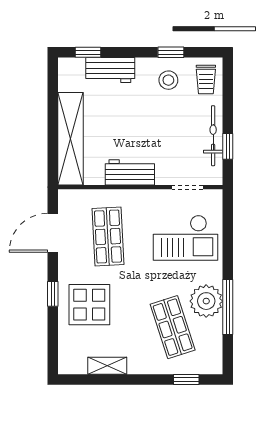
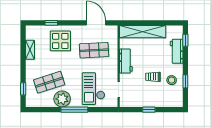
trolley: (206, 79) -> (153, 77), moved
bicycle: (213, 136) -> (144, 102), removed
window: (228, 146) -> (149, 110), moved
window: (53, 294) -> (51, 23), moved
window: (228, 307) -> (74, 110), moved

